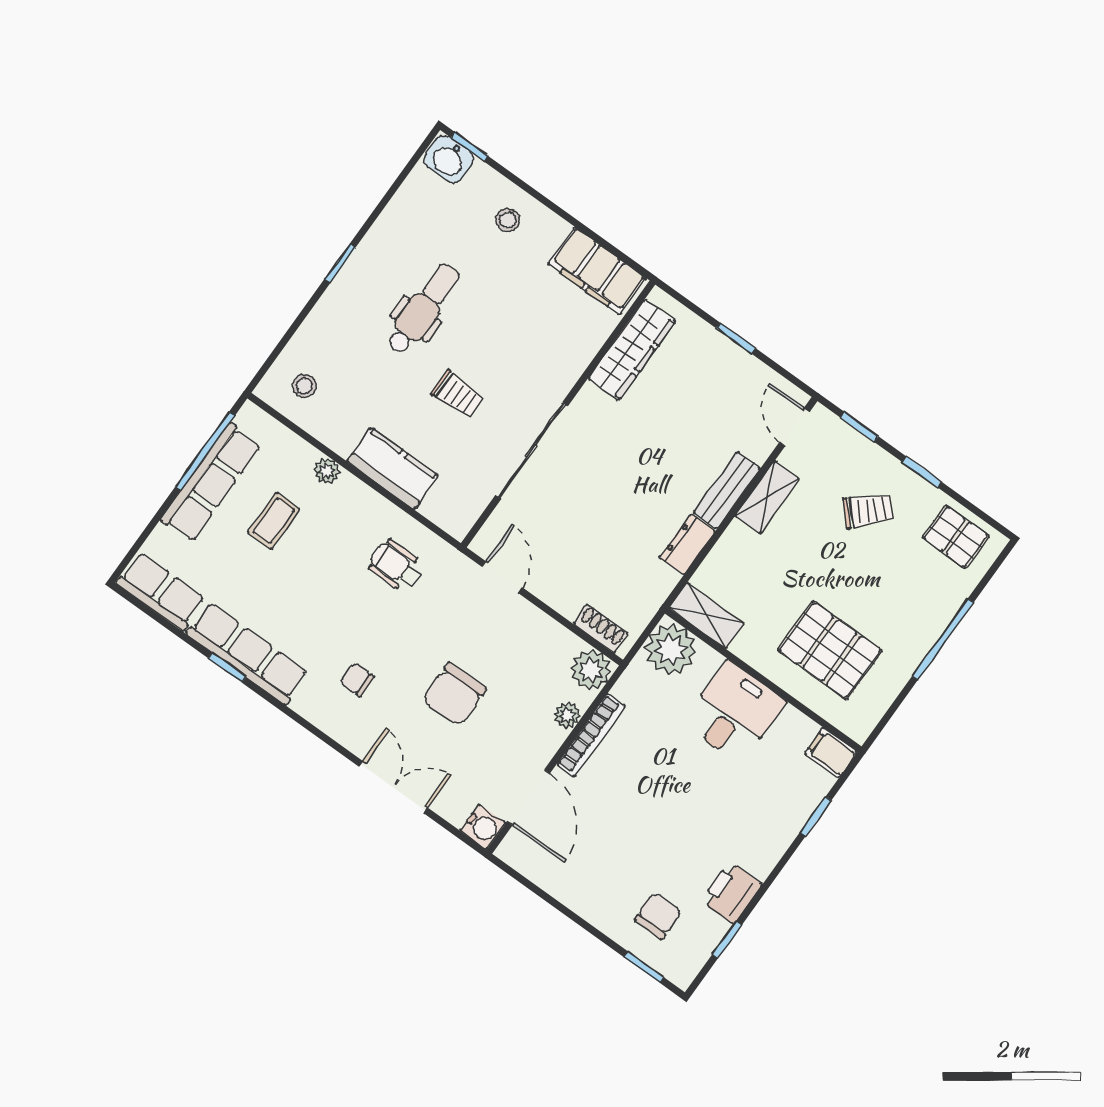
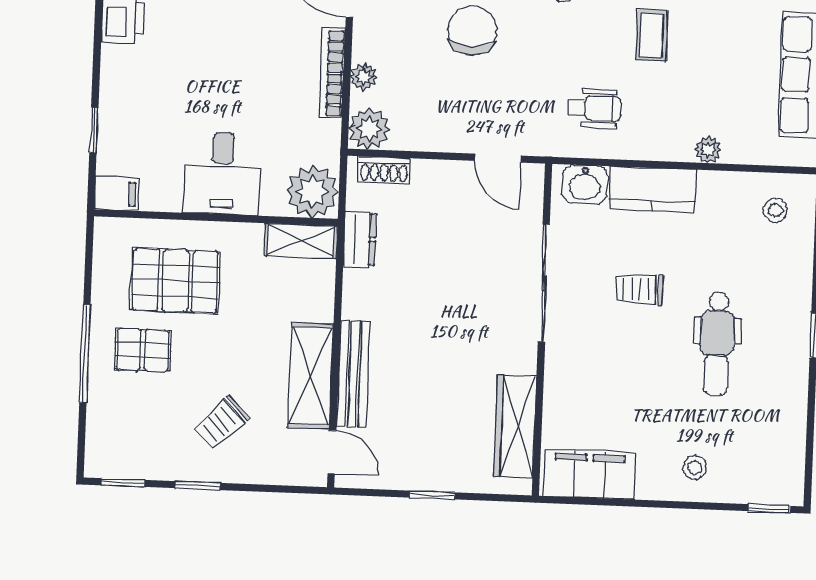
washbasin: (449, 159) -> (585, 184), moved, turned 180
window: (859, 427) -> (123, 483), moved
bench: (727, 490) -> (353, 374), width x1.36
shelving: (767, 497) -> (310, 376), width x1.50, depth x1.33
coffee table: (274, 521) -> (652, 35), moved
pallet: (956, 537) -> (143, 350), moved
dresser: (687, 544) -> (360, 239), moved

